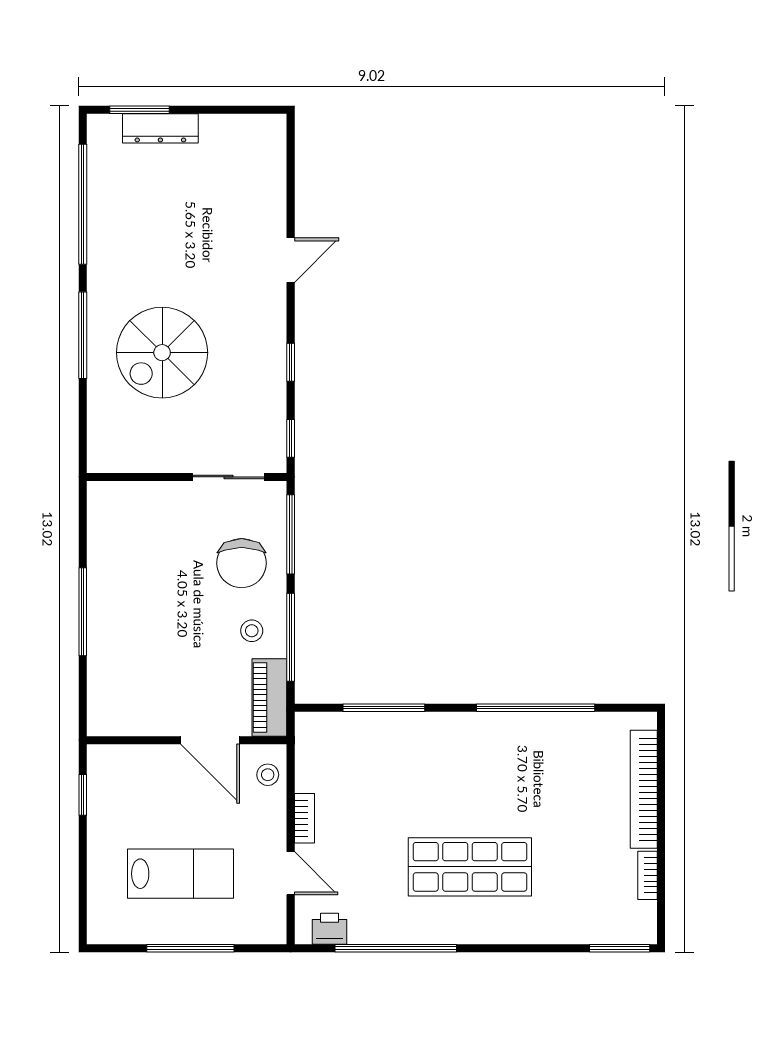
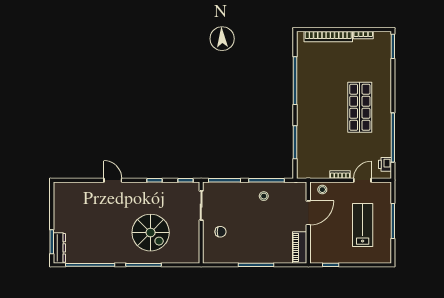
dresser: (160, 128) -> (59, 248), moved
chair: (242, 563) -> (220, 232), moved, width x0.54, depth x0.54
piano: (269, 698) -> (300, 247), moved, turned 90

